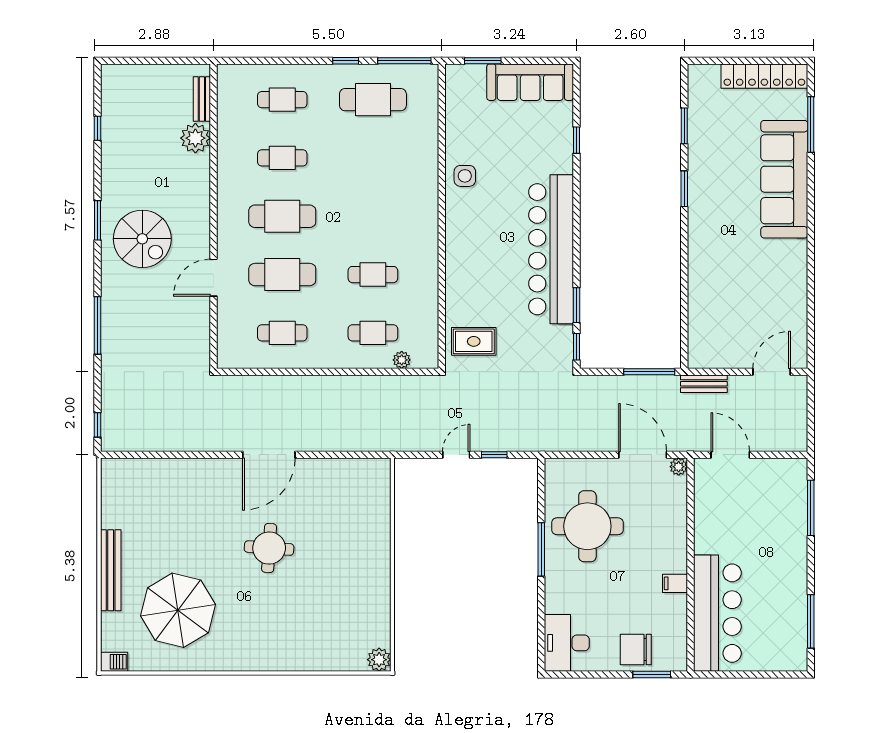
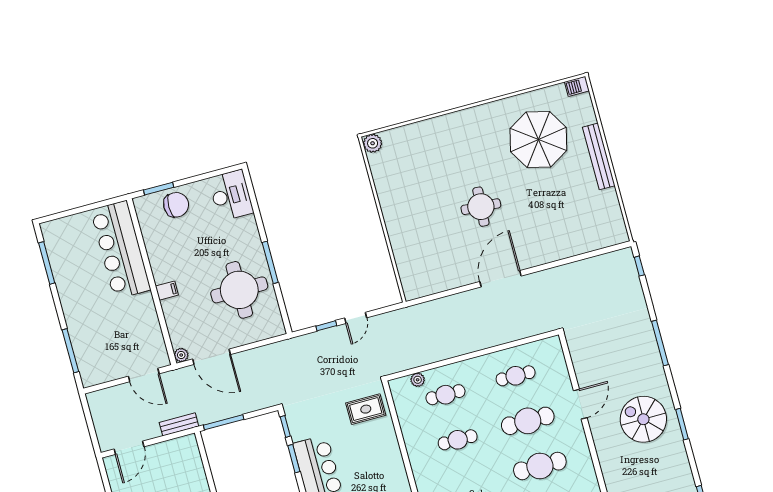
filing cabinet: (675, 583) -> (167, 291), moved

